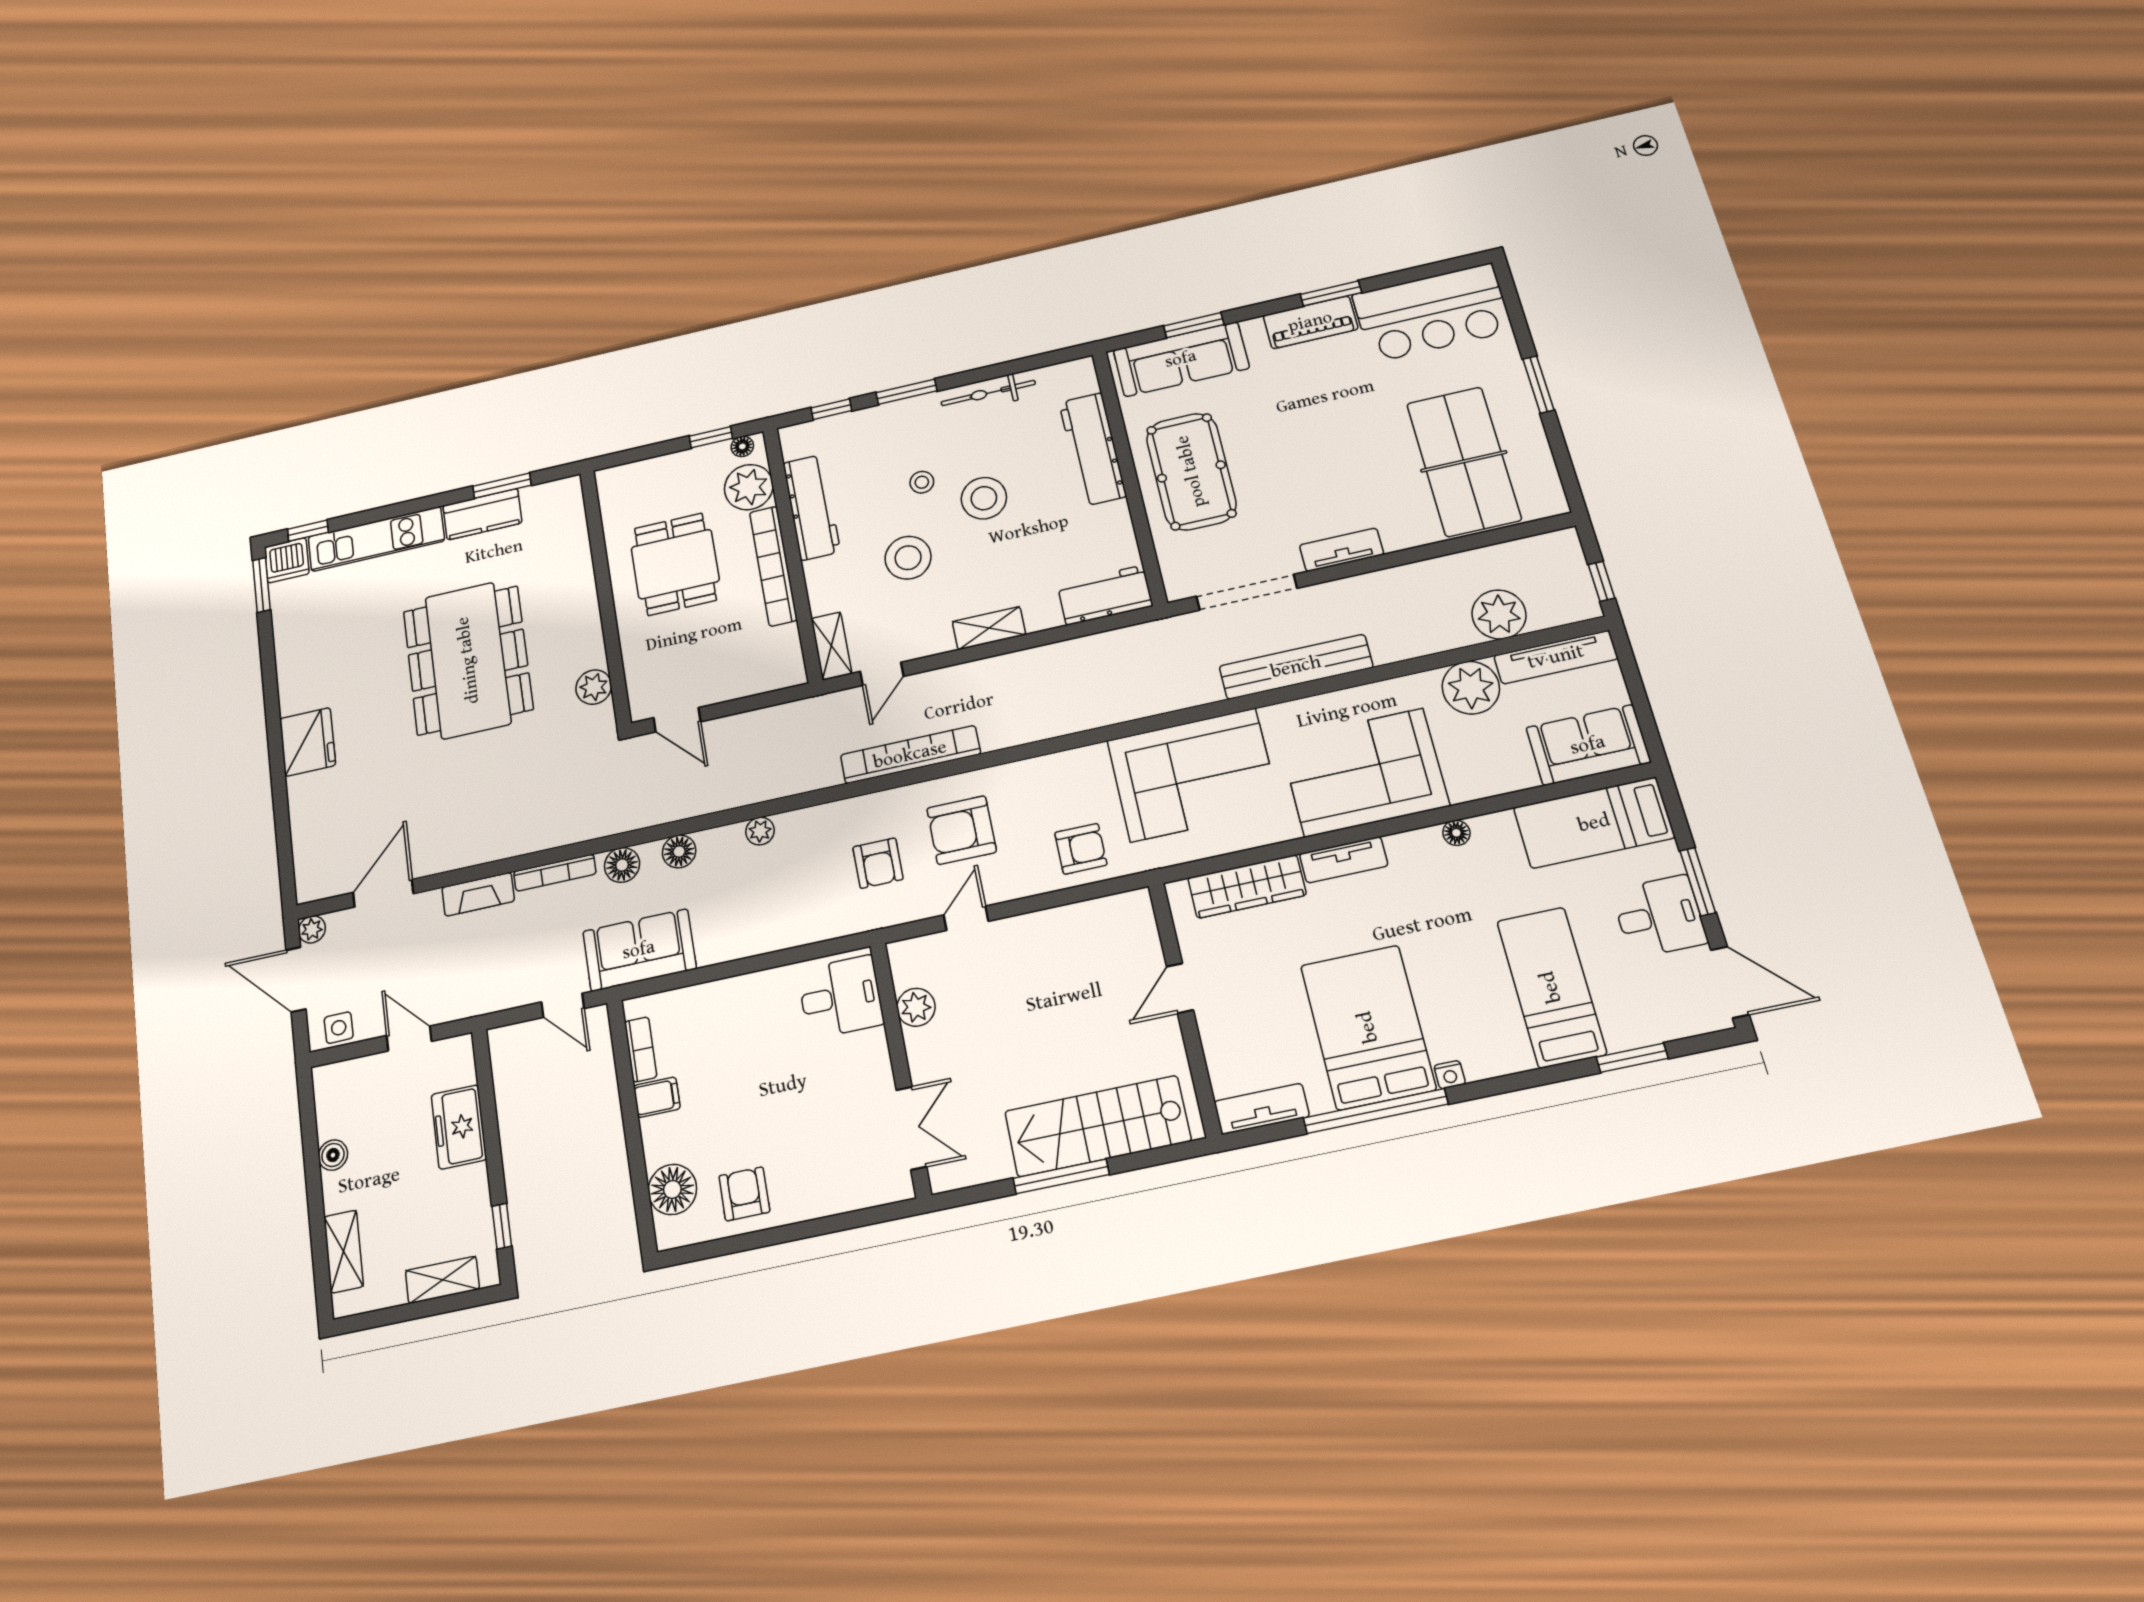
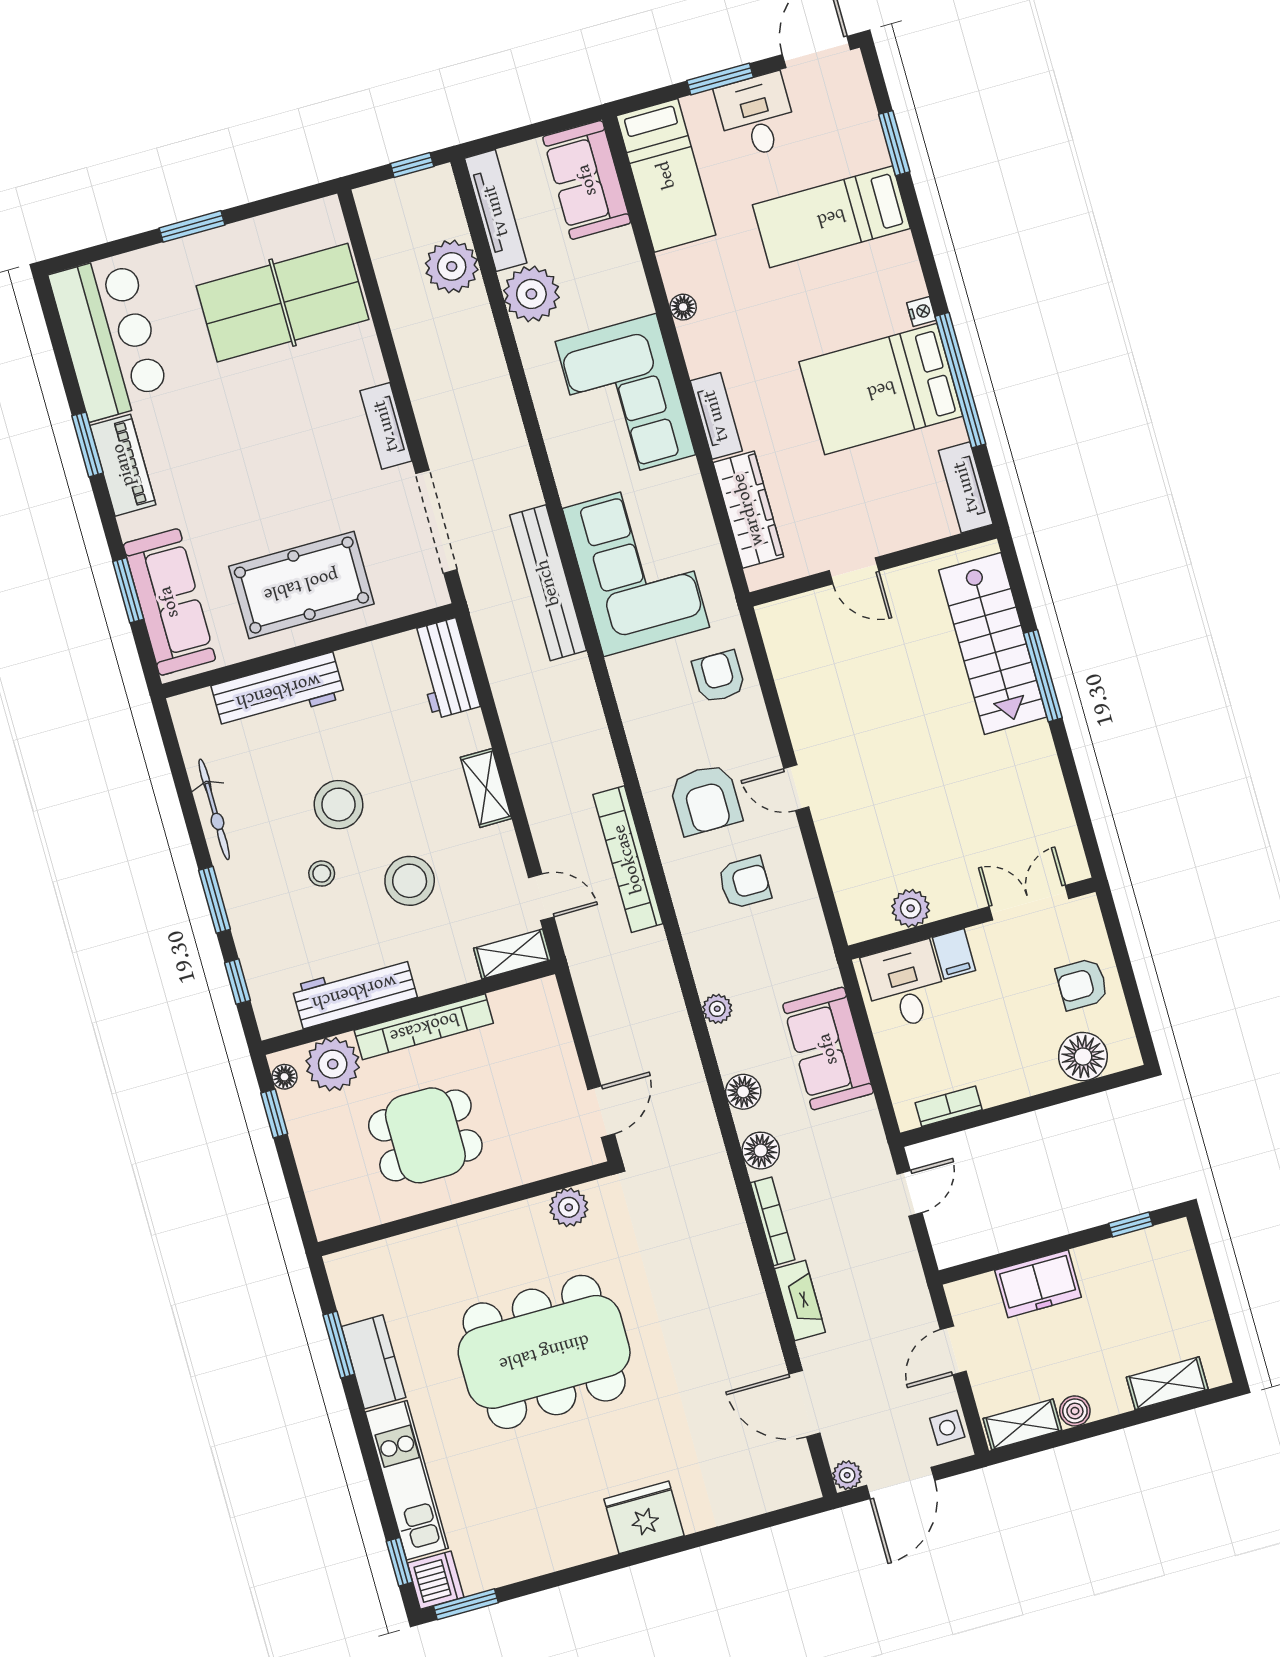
bench: (1296, 667) -> (548, 583), moved
sofa: (639, 950) -> (828, 1049), moved
desk: (841, 997) -> (905, 985), moved
plant: (916, 1007) -> (911, 908), moved
wall: (900, 1068) -> (972, 919), moved
filing cabinet: (657, 1097) -> (954, 954), moved, turned 180
double door: (911, 1128) -> (1029, 903), moved
shelving: (442, 1280) -> (1022, 1424), moved, turned 90

